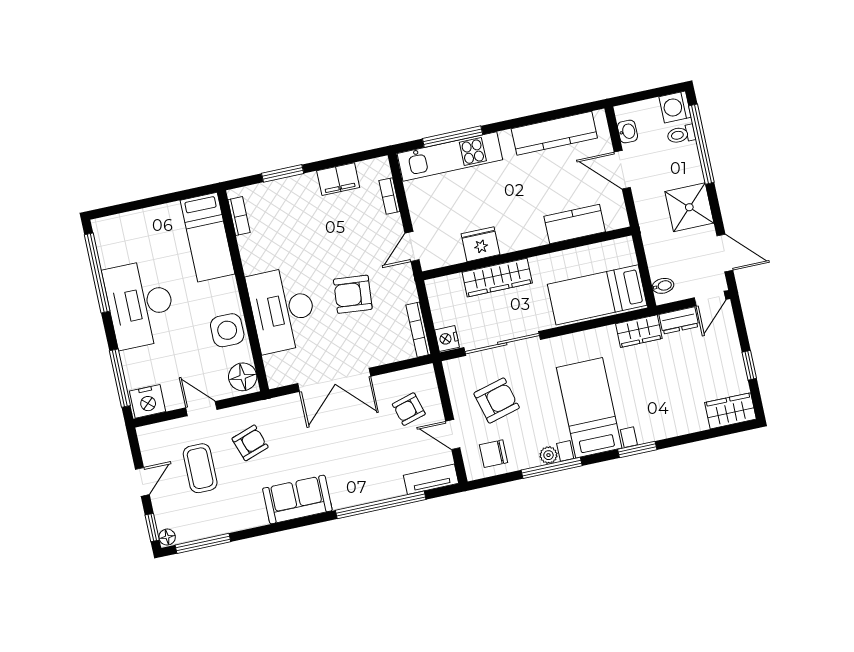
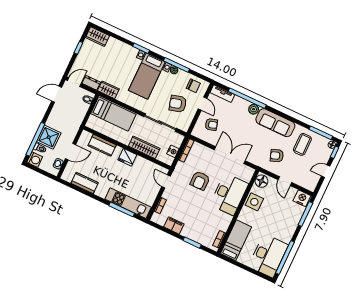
kitchen counter: (554, 133) -> (85, 183), width x0.67
door: (622, 170) -> (70, 152), hinge flipped
shower: (689, 207) -> (49, 137), moved
fridge: (481, 244) -> (127, 157), moved
door: (412, 247) -> (166, 181), swing flipped
door: (725, 253) -> (57, 94), hinge flipped
armchair: (353, 294) -> (200, 181), turned 85
desk: (140, 304) -> (268, 256), moved
nightstand: (447, 339) -> (173, 151), moved
coffee table: (200, 468) -> (302, 144), moved
plant: (354, 494) -> (254, 109), added
sofa: (297, 500) -> (275, 123), width x1.36

